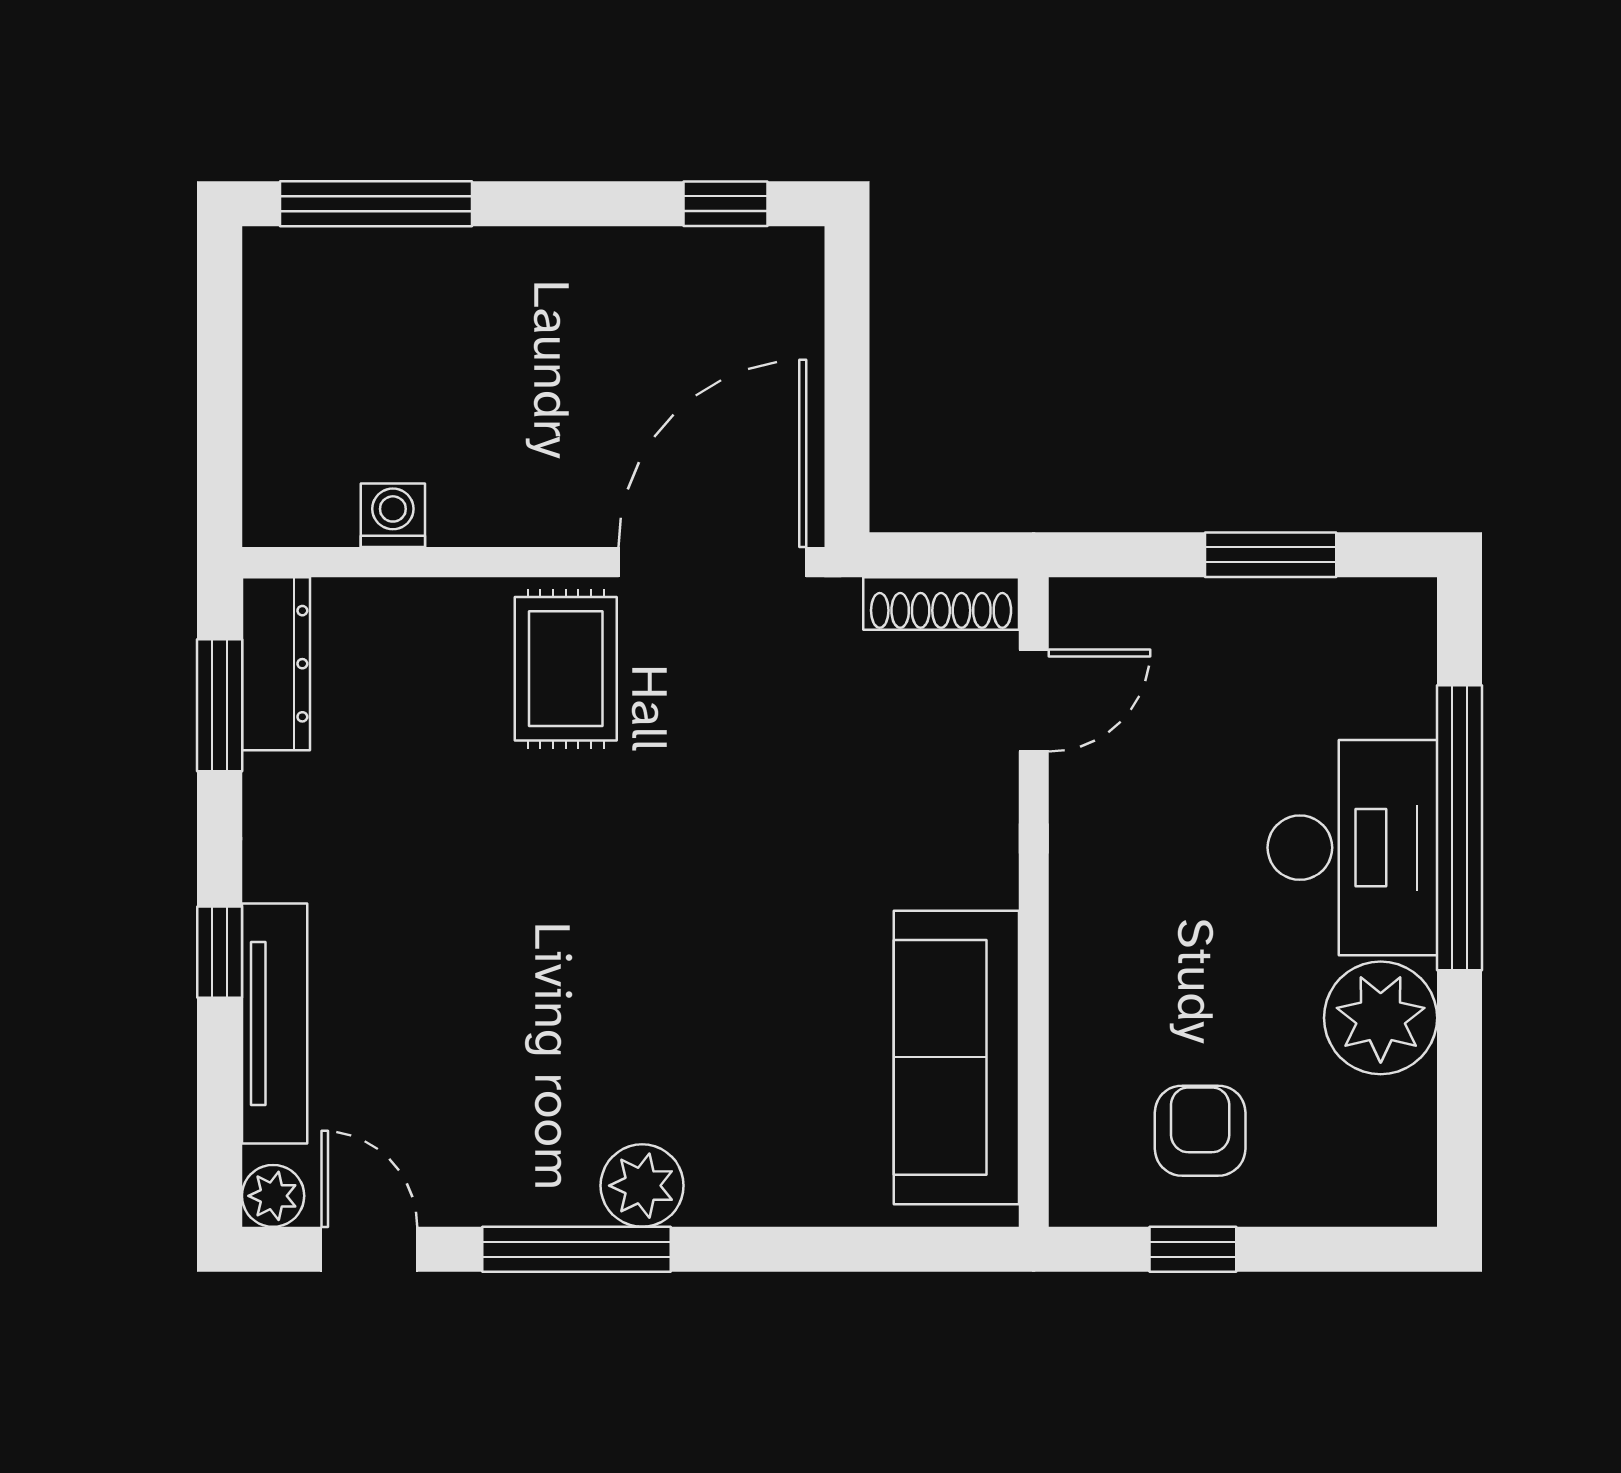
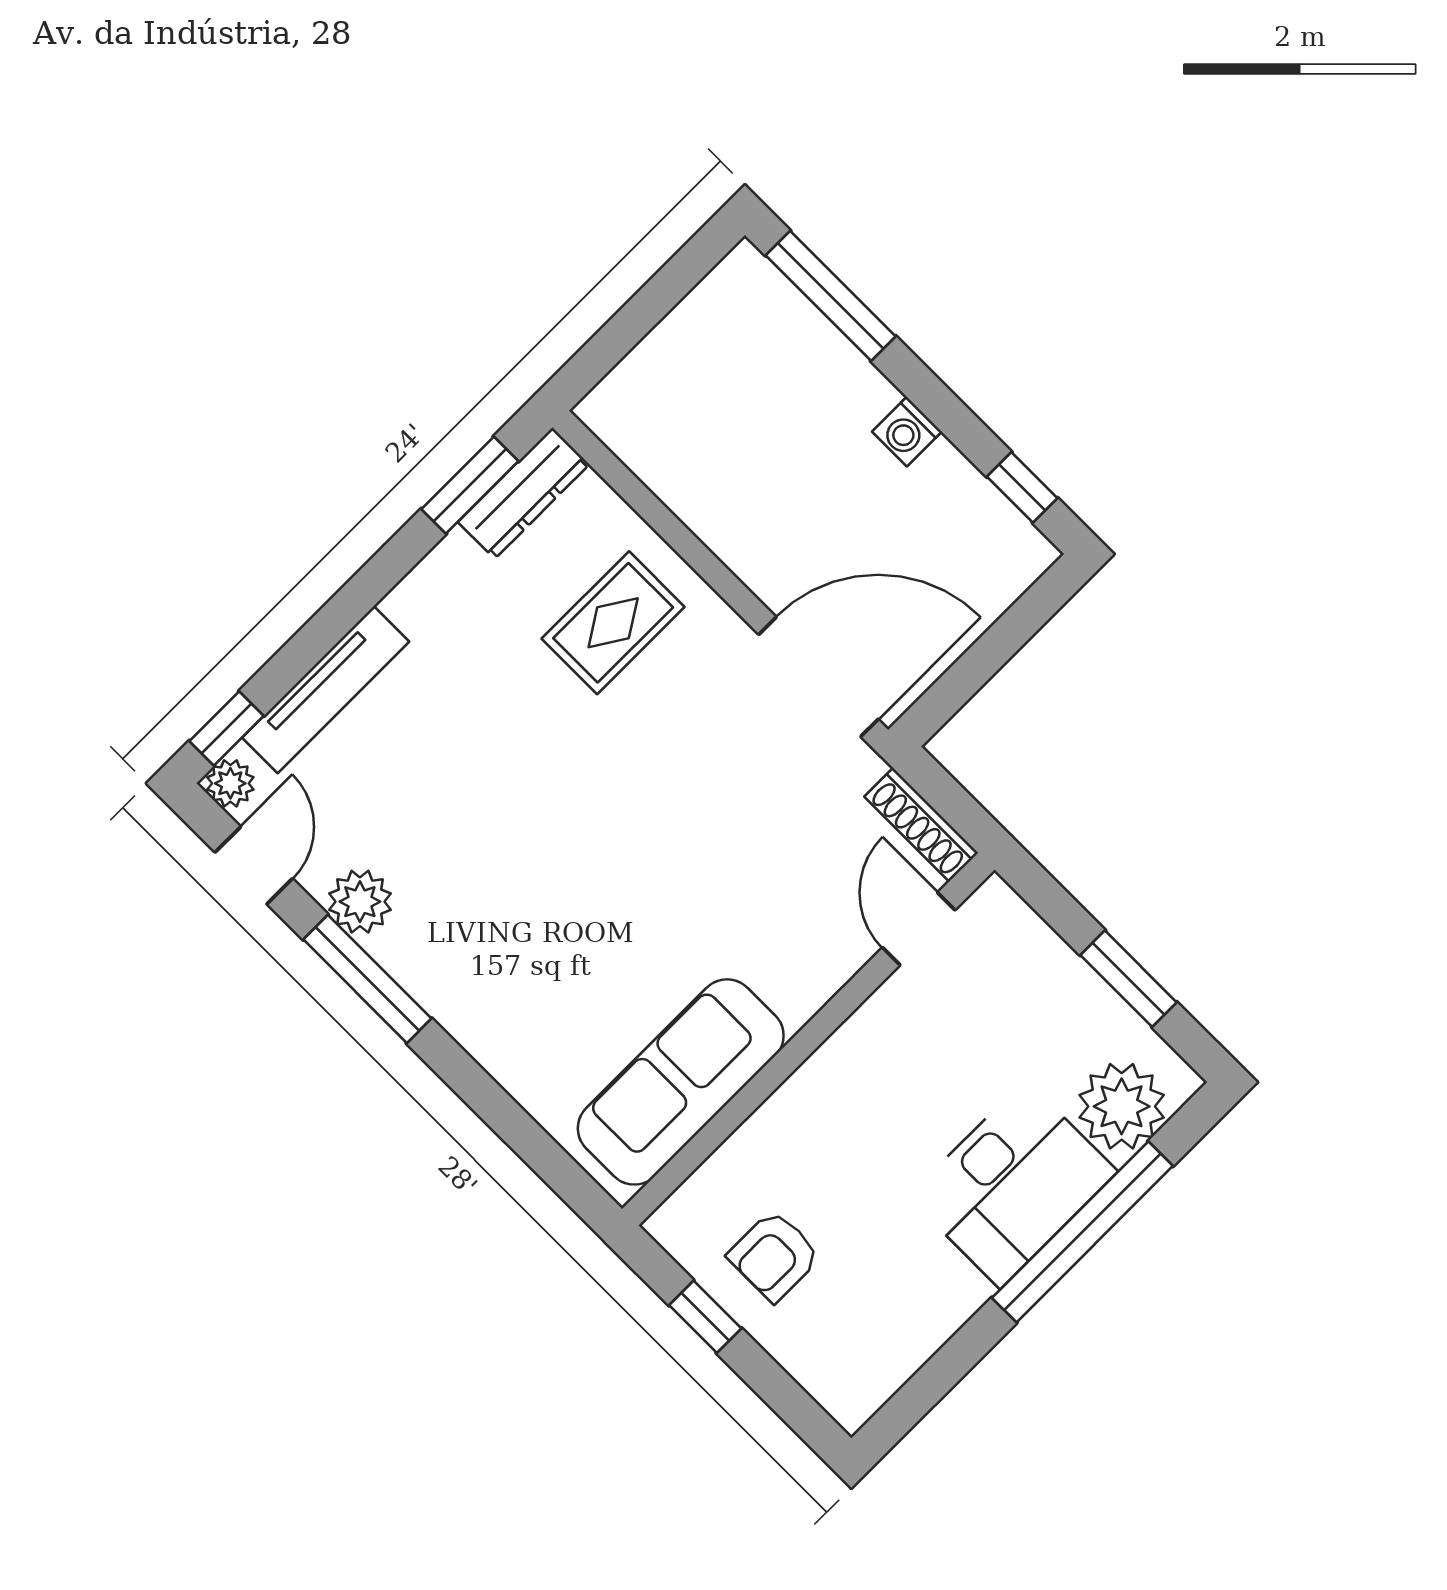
washing machine: (393, 515) -> (907, 432), moved, turned 180
rug: (566, 669) -> (613, 623), moved
door: (1034, 701) -> (919, 929), swing flipped
window: (220, 952) -> (227, 728), moved
plant: (1381, 1018) -> (1122, 1106), moved
armchair: (1200, 1131) -> (774, 1256), turned 180
plant: (642, 1186) -> (360, 902), moved

